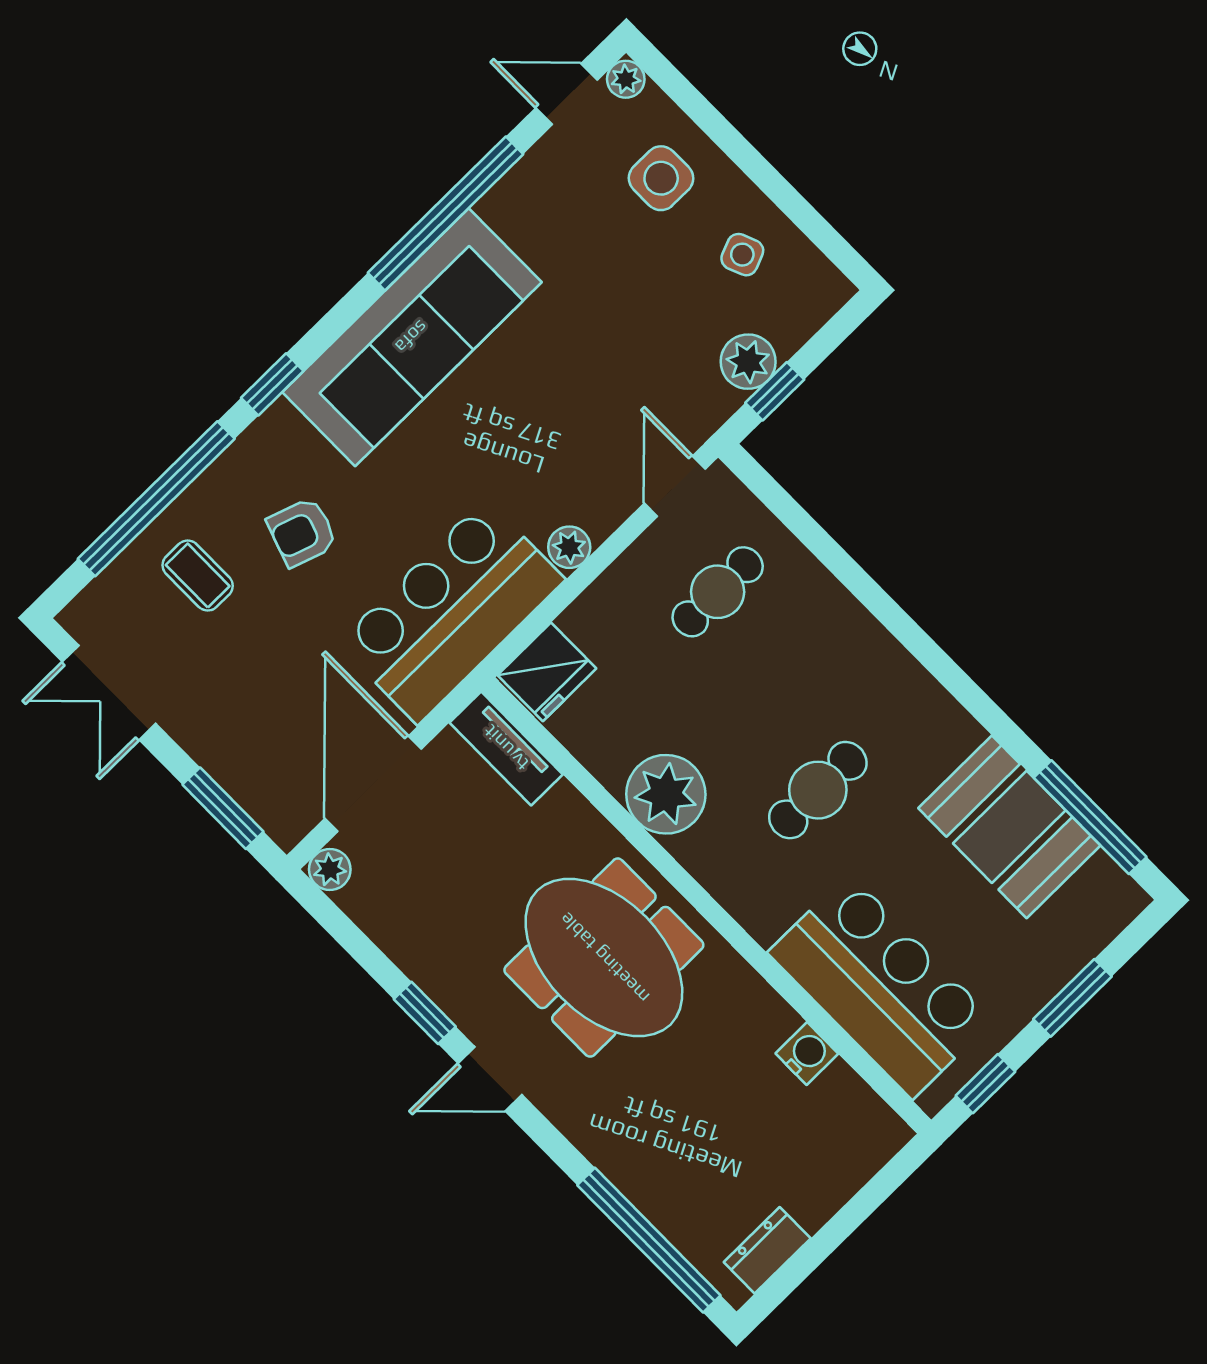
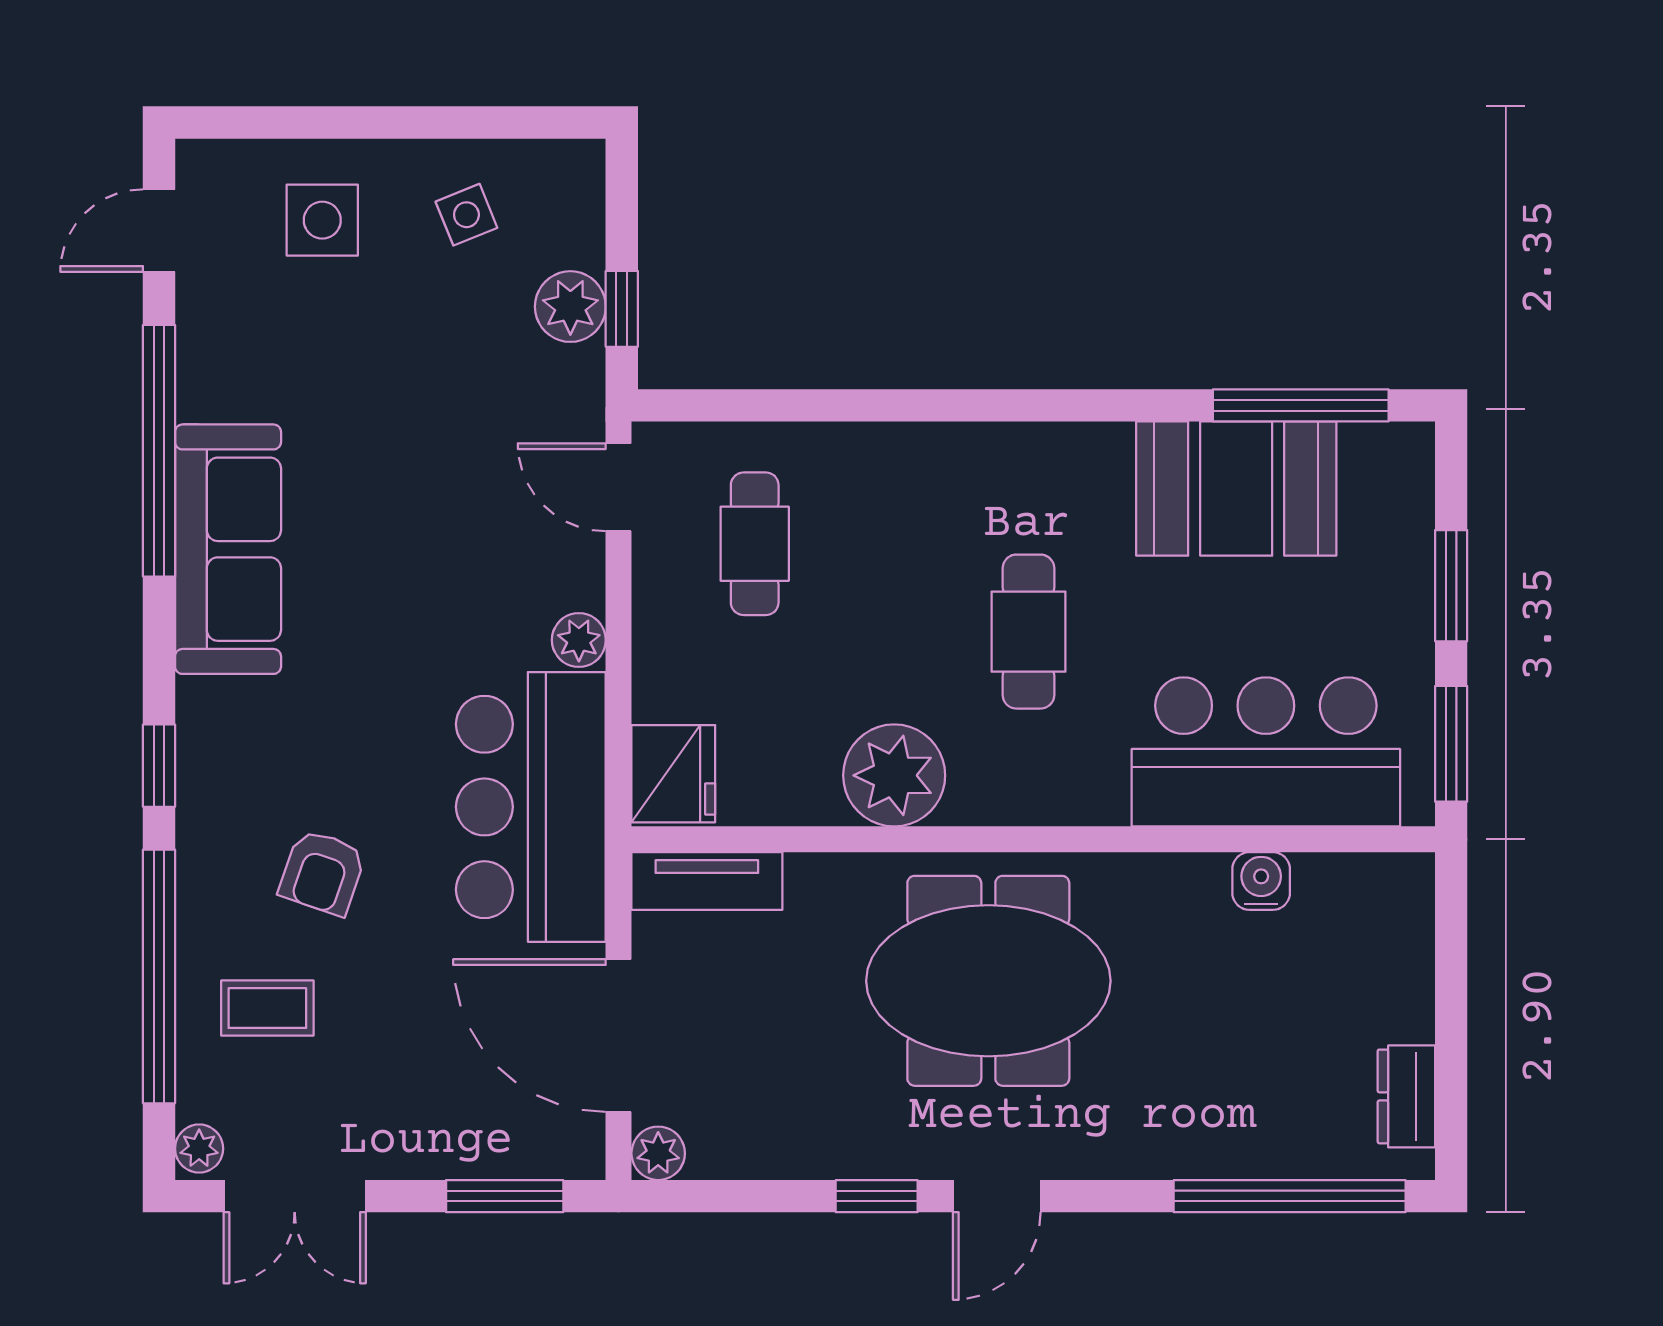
plant: (626, 79) -> (199, 1149), moved
sofa: (412, 337) -> (228, 549), width x0.74, depth x0.79
window: (985, 1084) -> (1451, 744), width x1.50

